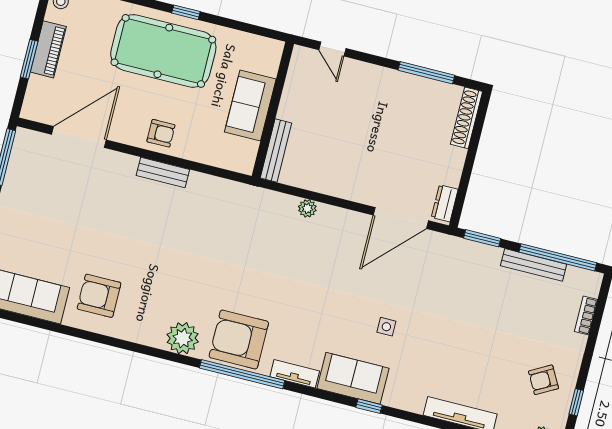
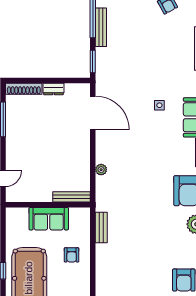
armchair: (161, 133) -> (72, 255), moved, turned 180
bench: (163, 173) -> (101, 228), moved
dresser: (445, 203) -> (53, 89), moved

